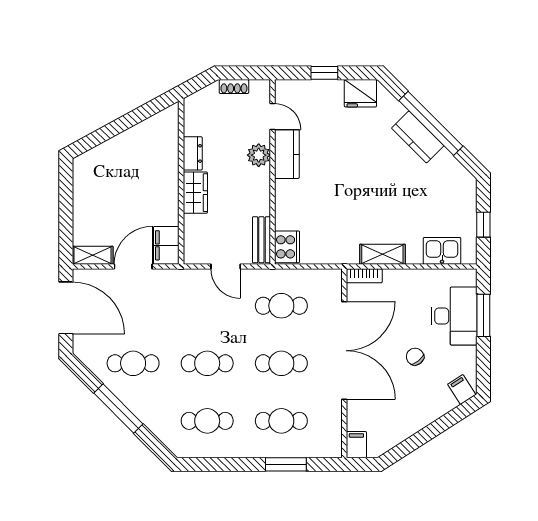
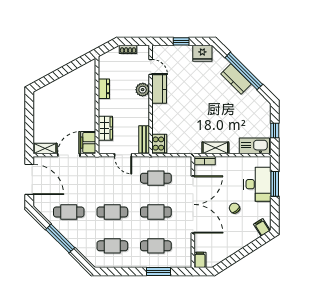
wardrobe: (195, 193) -> (105, 128), moved
kitchen sink: (442, 251) -> (254, 146), width x1.38

